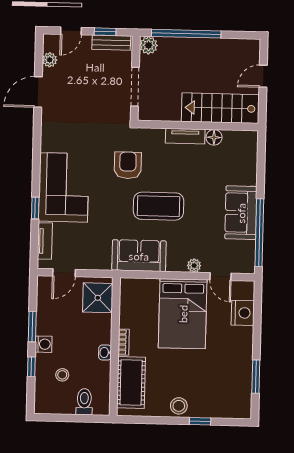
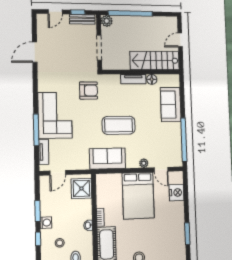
plant: (50, 60) -> (42, 31), removed
armchair: (128, 165) -> (88, 90), moved, turned 90
window: (35, 208) -> (36, 130), width x2.17
sofa: (241, 213) -> (171, 104), moved

